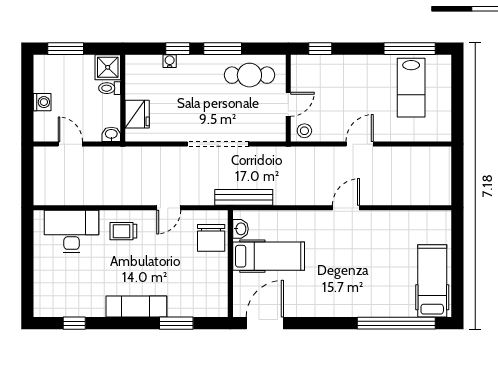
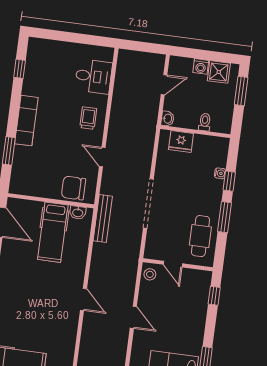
shower: (108, 67) -> (219, 72), moved
desk: (72, 232) -> (93, 76), width x0.73

